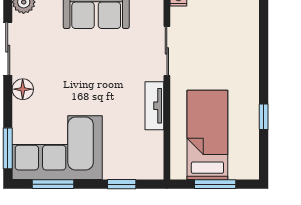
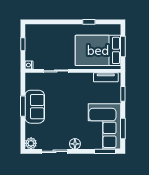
tv unit: (154, 106) -> (106, 77), moved
bed: (207, 135) -> (98, 50), width x1.50

